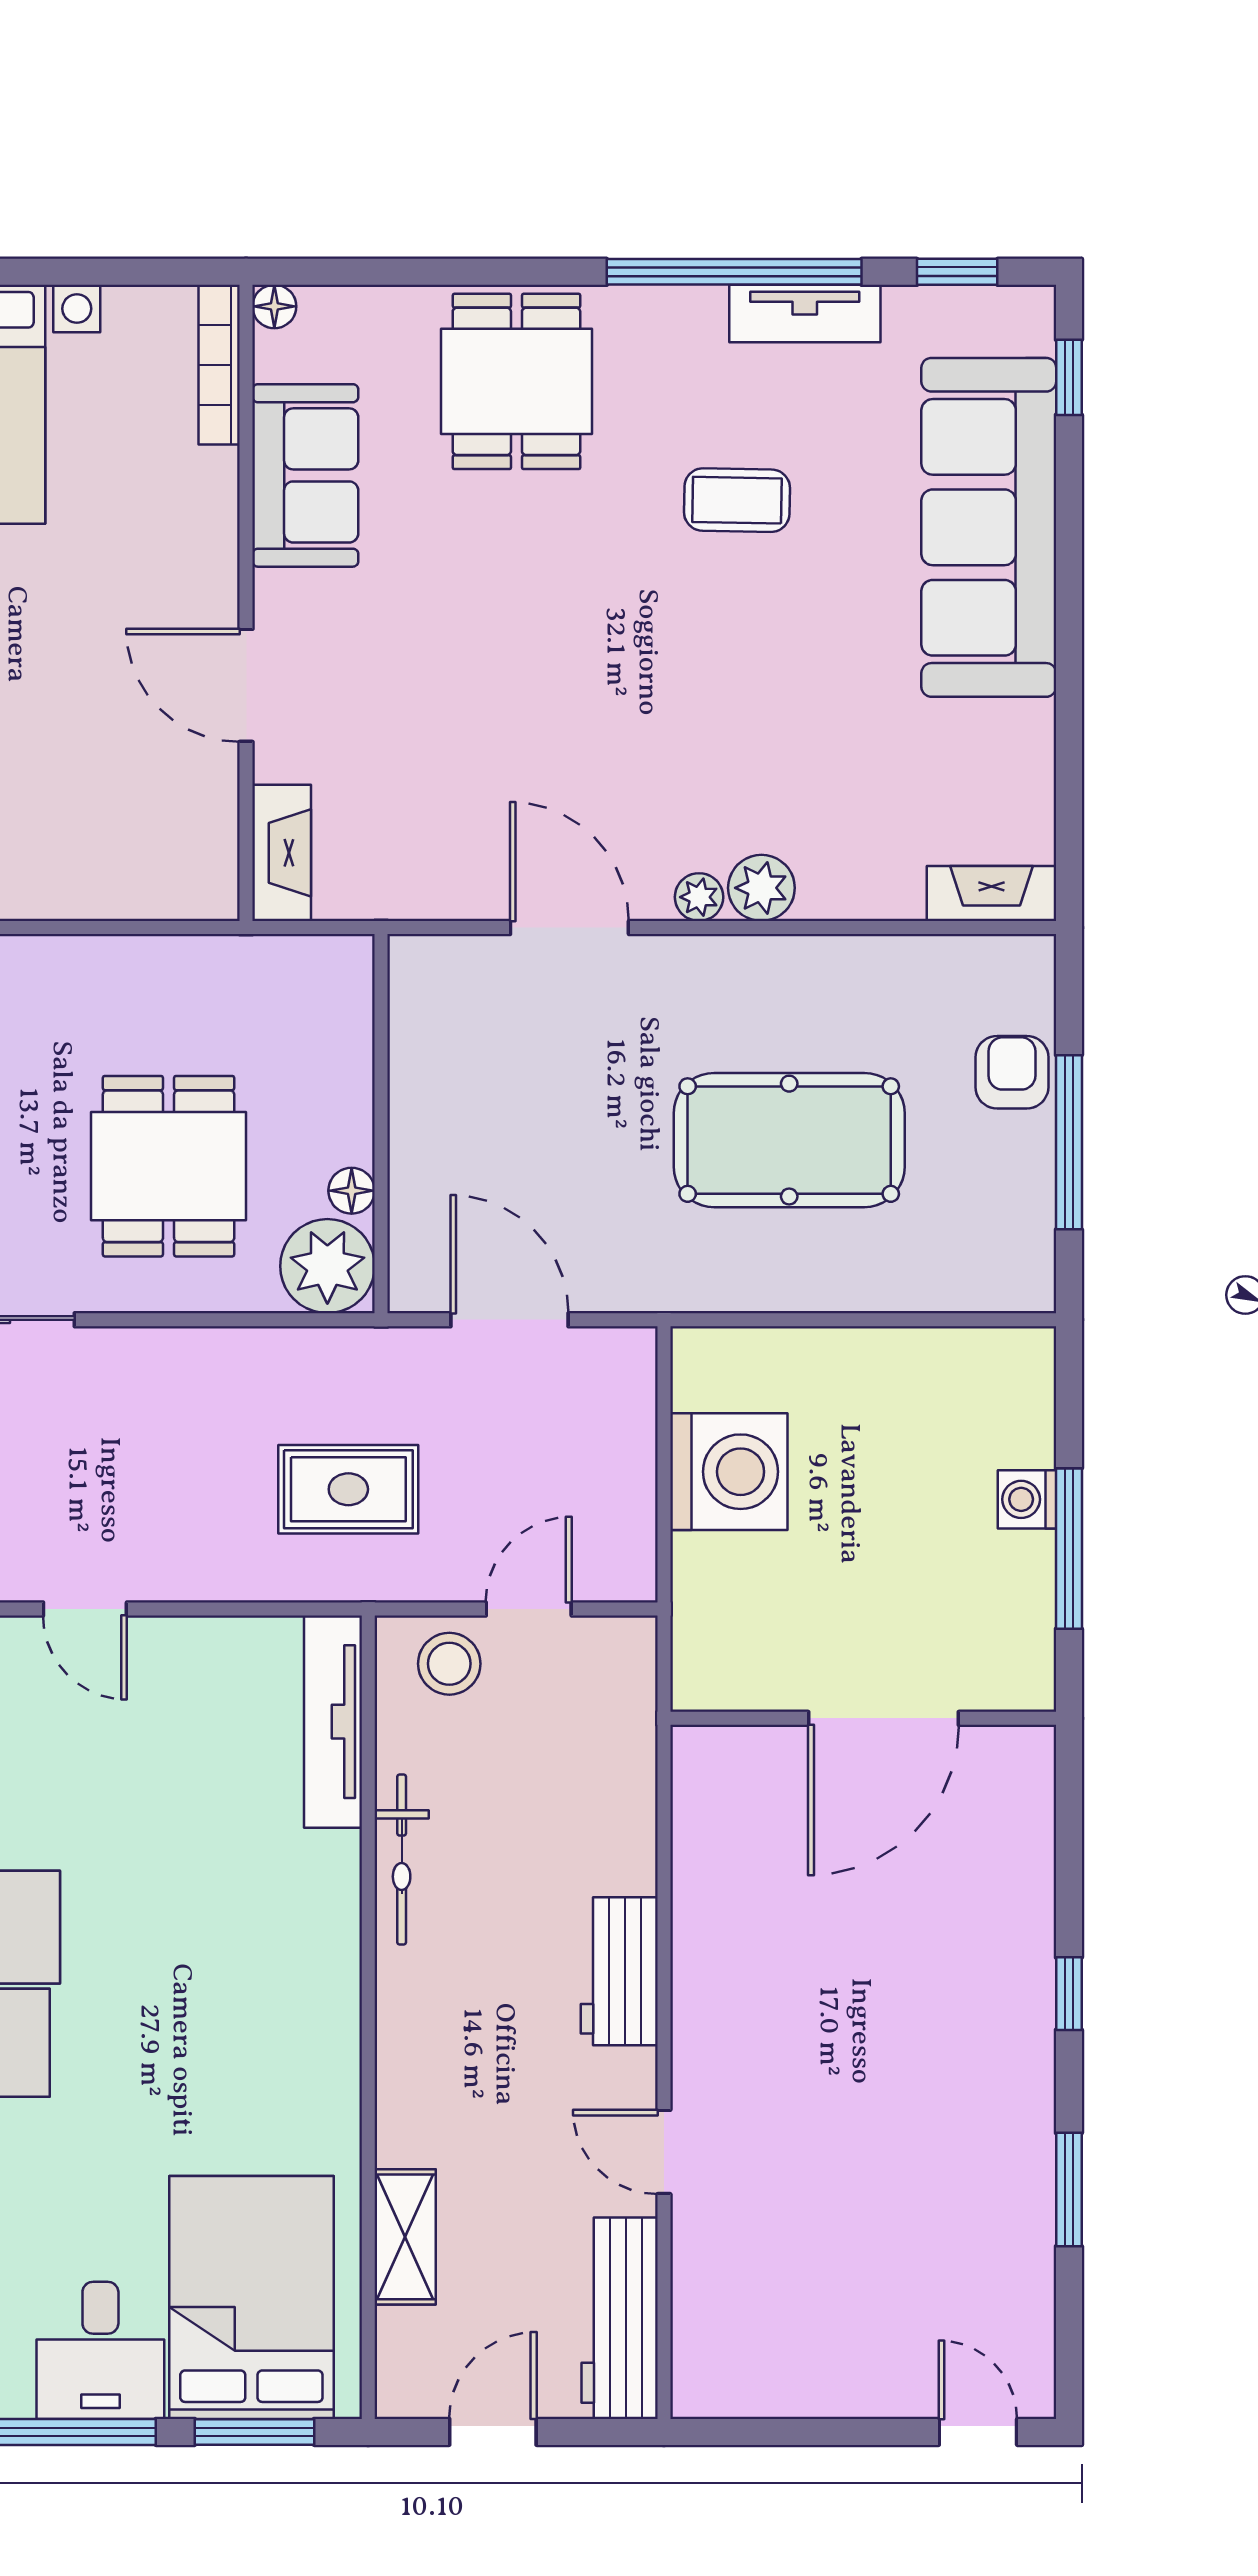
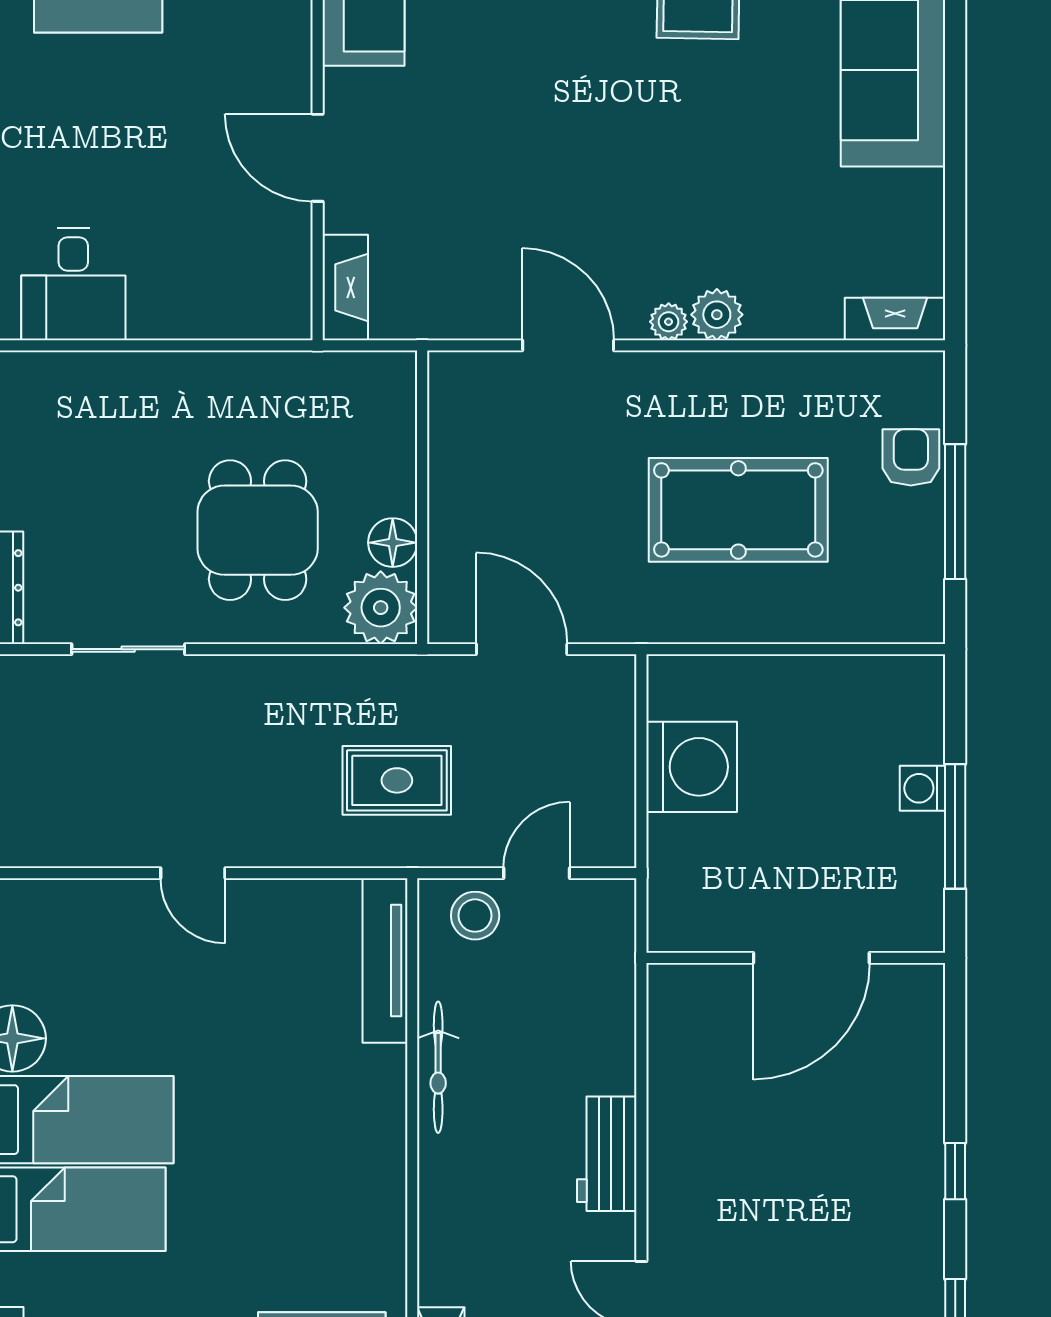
floor lamp: (352, 1191) -> (393, 543), width x1.37, depth x1.37

